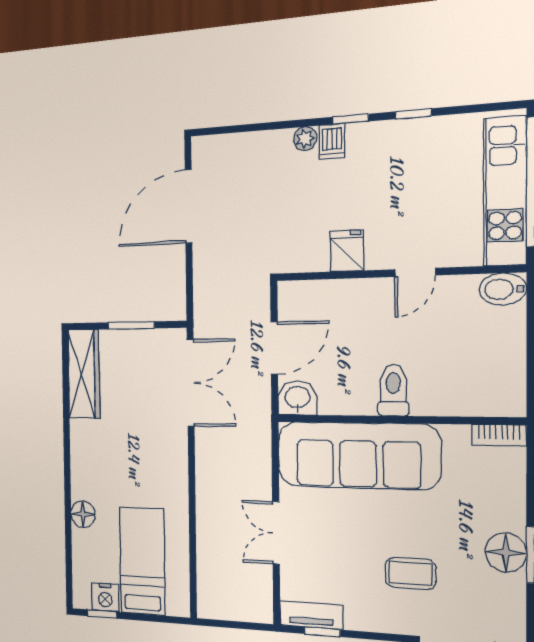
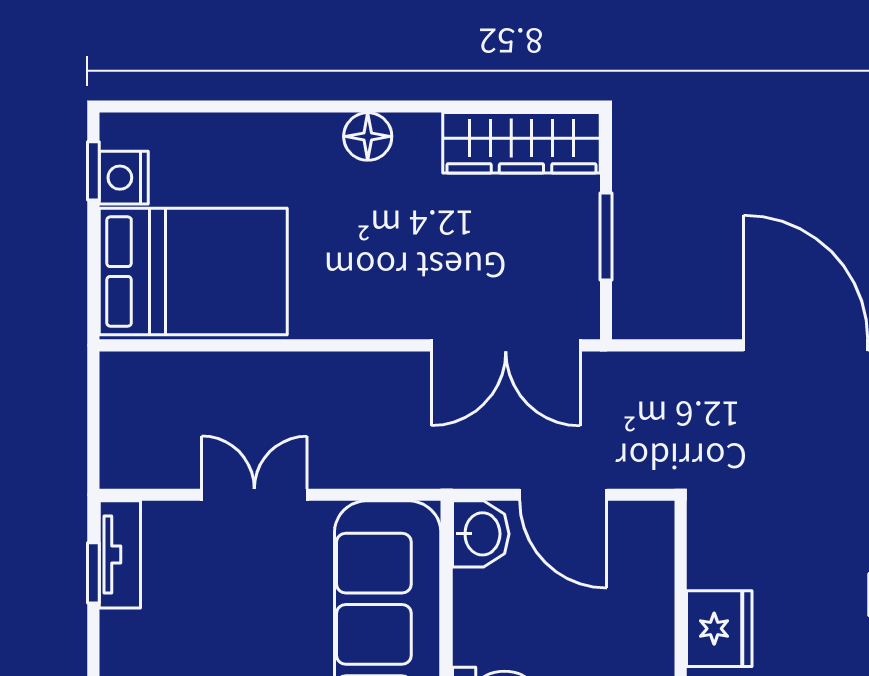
fridge: (347, 251) -> (719, 629), width x1.38
floor lamp: (83, 514) -> (368, 136), moved
bed: (142, 561) -> (193, 272), width x1.50

